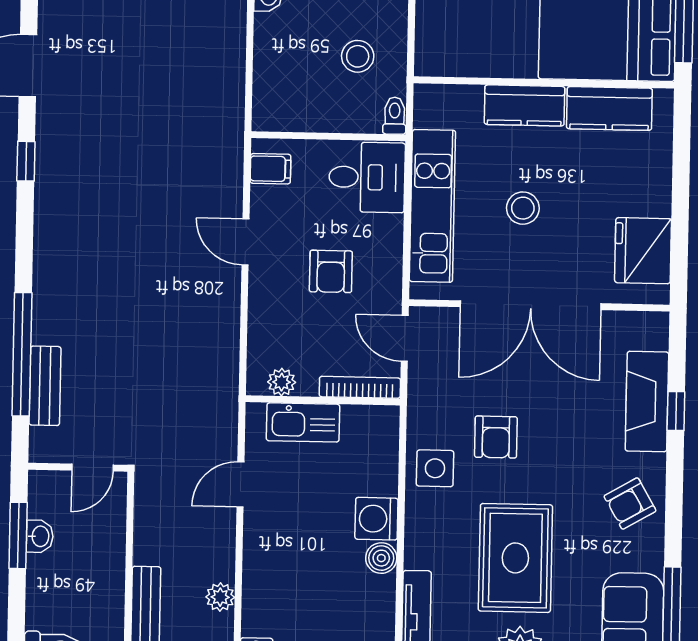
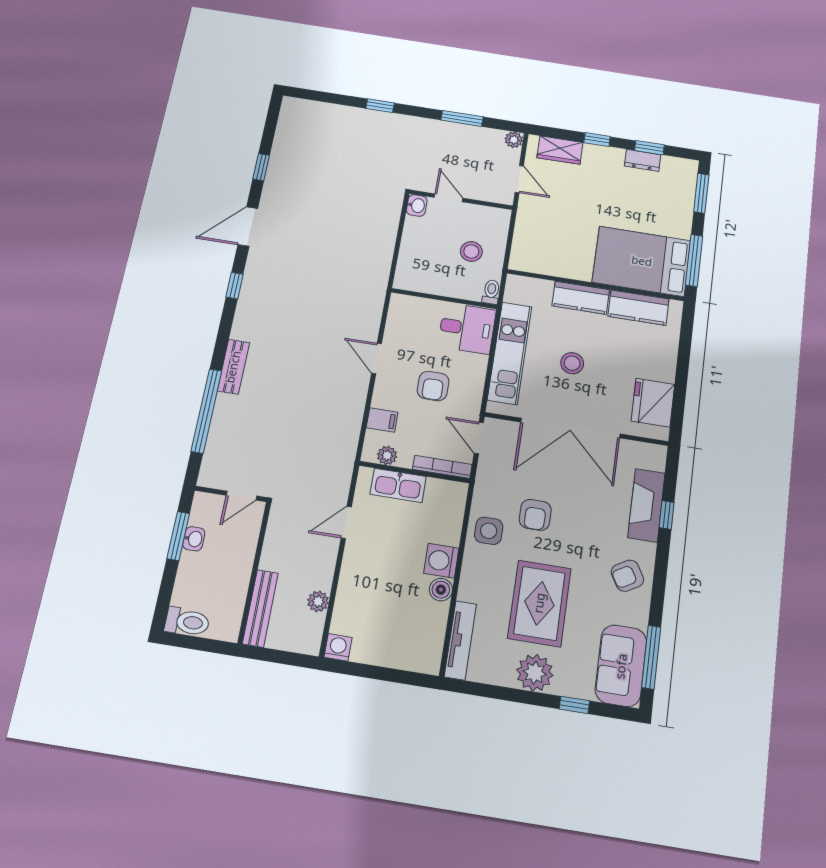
filing cabinet: (270, 169) -> (382, 420), moved
bench: (45, 386) -> (233, 367), moved

